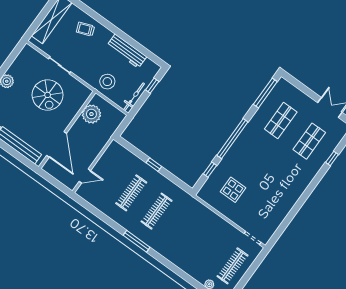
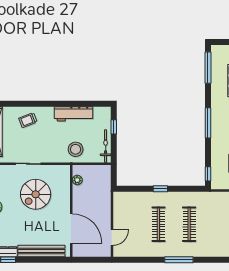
spiral stairs: (48, 95) -> (36, 194), turned 90
plant: (91, 114) -> (77, 180), width x0.53, depth x0.53
window: (232, 139) -> (208, 123), width x0.68
window: (210, 170) -> (208, 174), moved
window: (137, 241) -> (179, 260), moved

